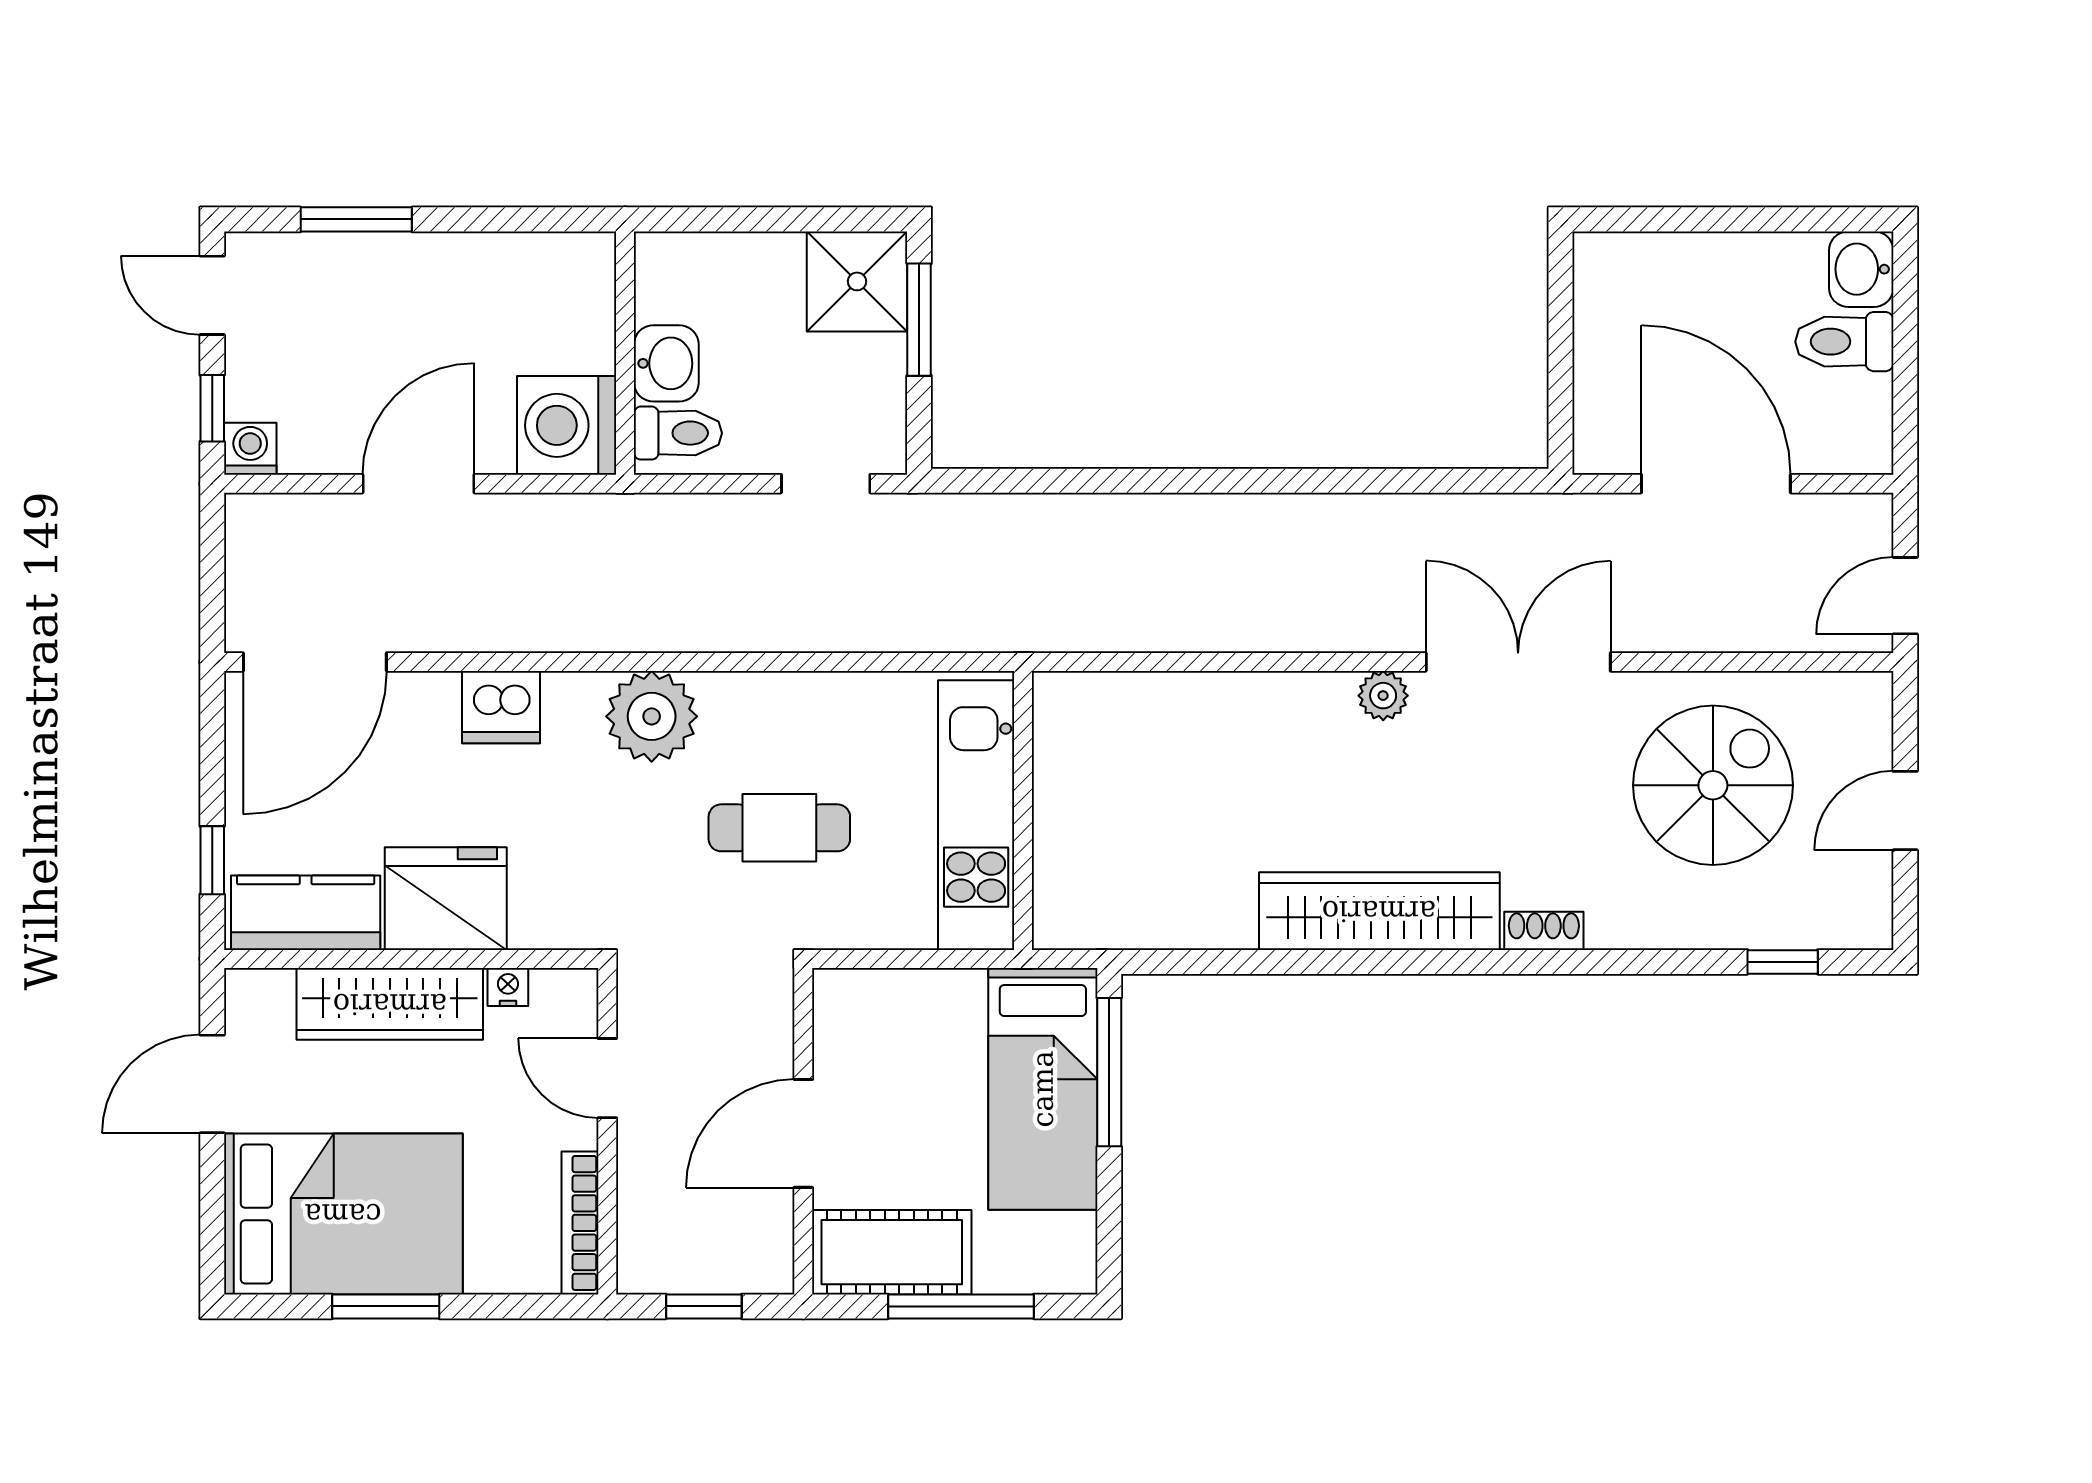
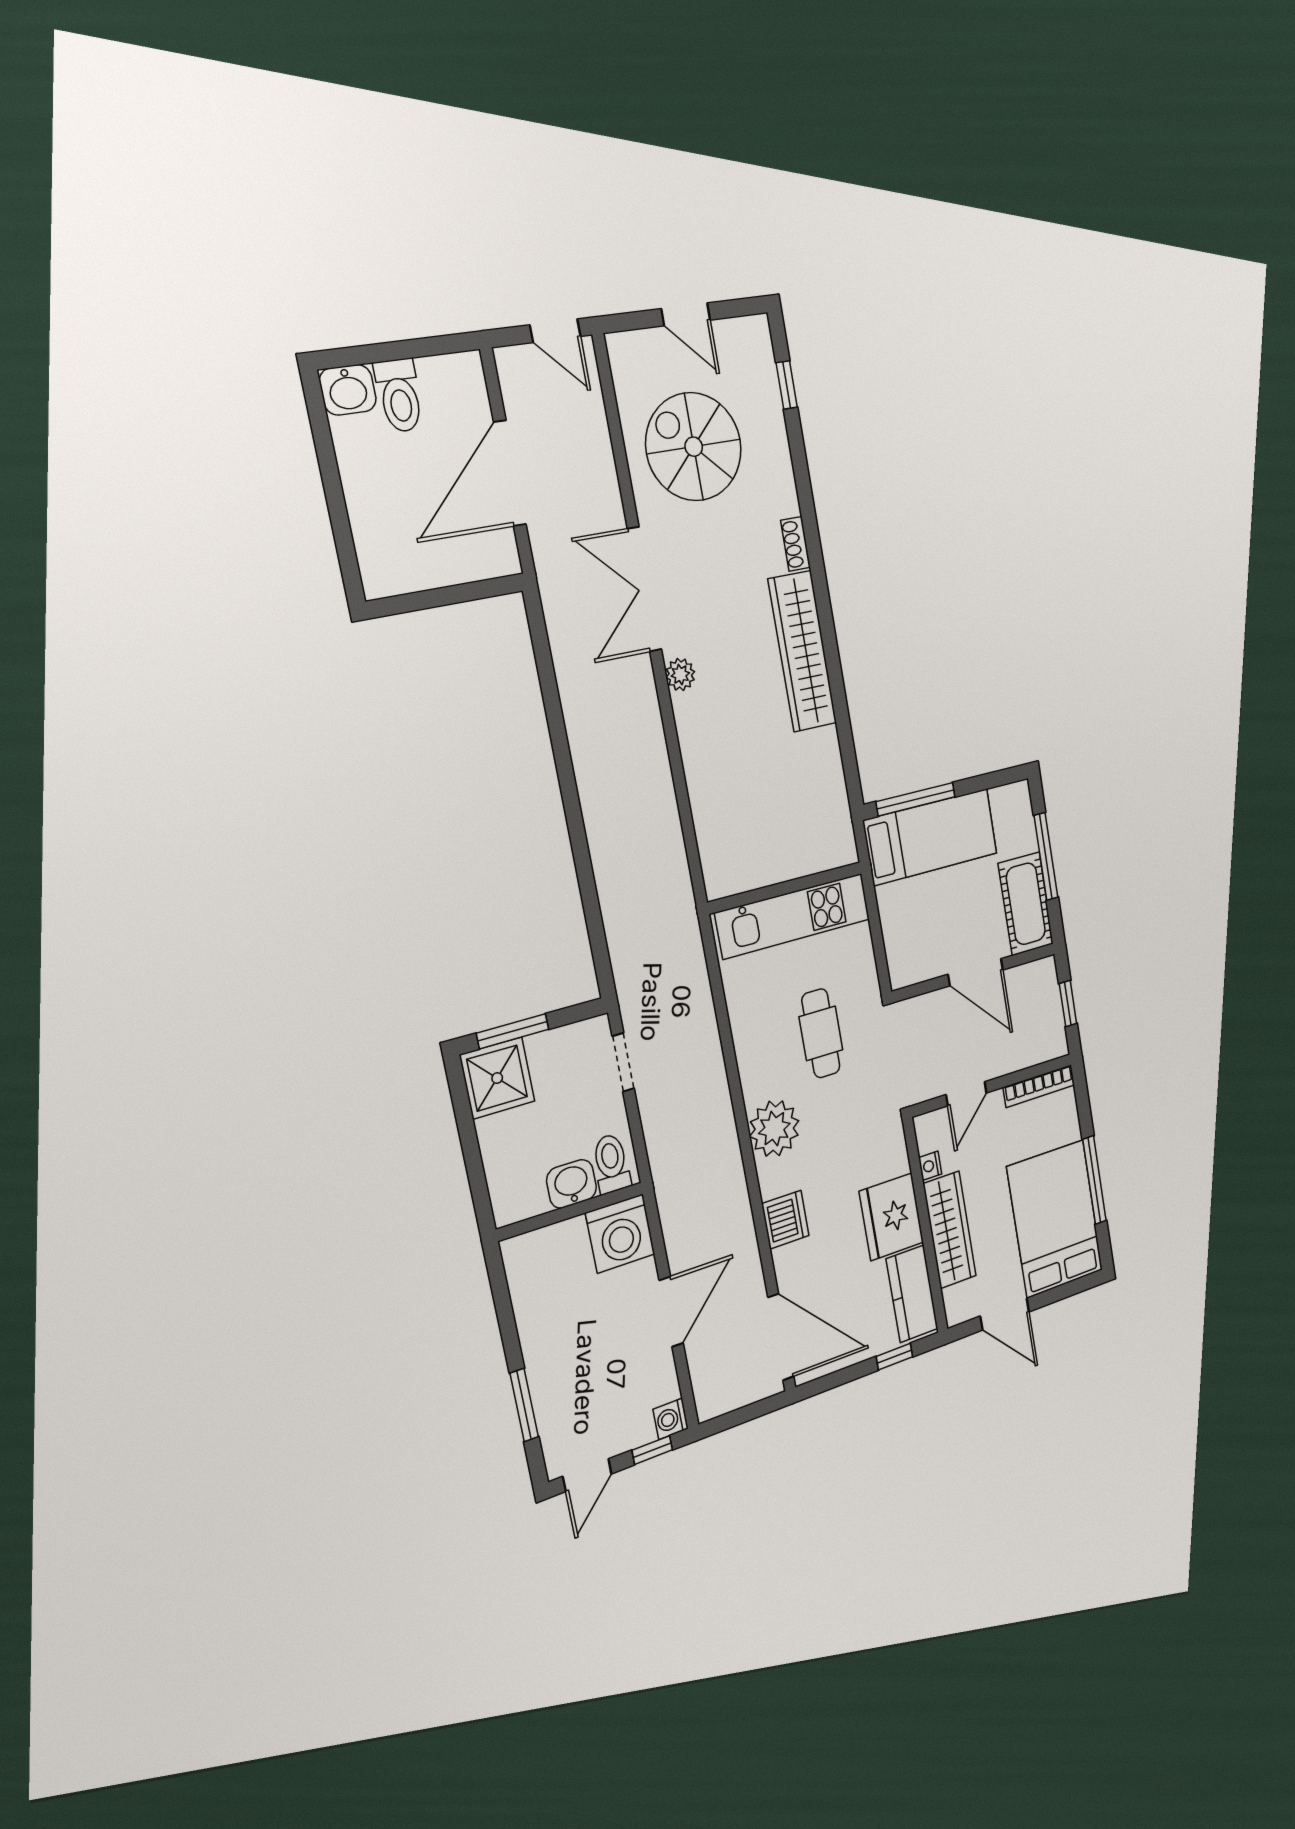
door: (418, 484) -> (671, 1312), swing flipped
window: (386, 1306) -> (1094, 1180), width x1.44

